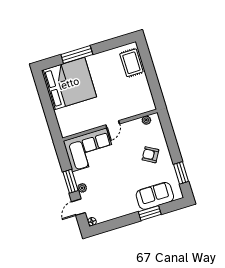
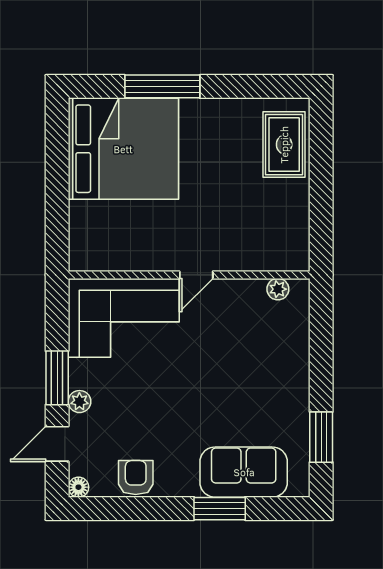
armchair: (150, 155) -> (136, 478), moved, turned 60

